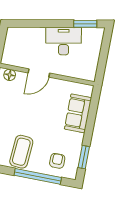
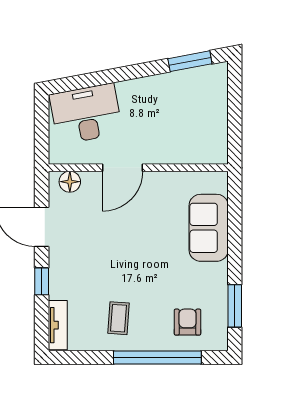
desk: (64, 41) -> (86, 114), moved
coffee table: (21, 152) -> (118, 318), width x0.54, depth x0.58

